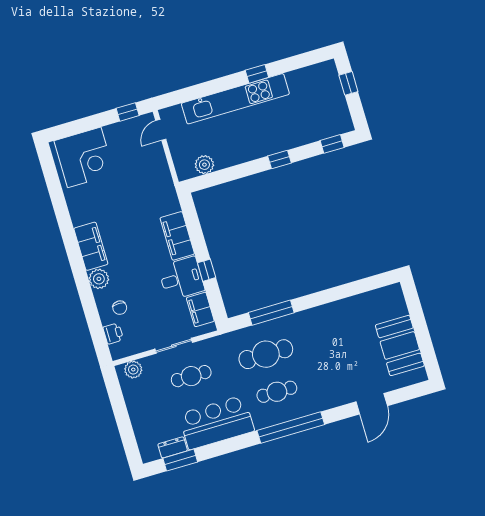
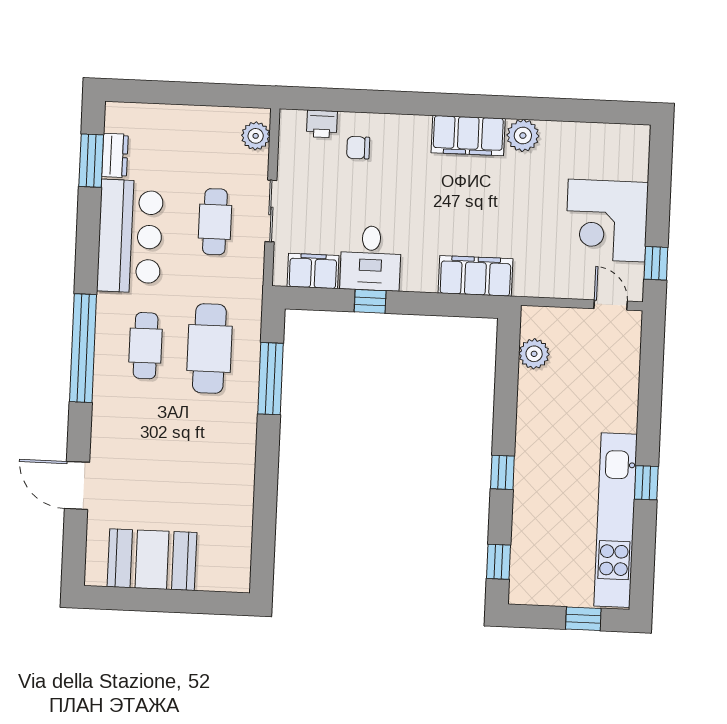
kitchen unit: (235, 99) -> (616, 520), moved
corner desk: (84, 157) -> (607, 221), moved
filing cabinet: (177, 236) -> (475, 276), moved
plant: (99, 279) -> (523, 136), moved

